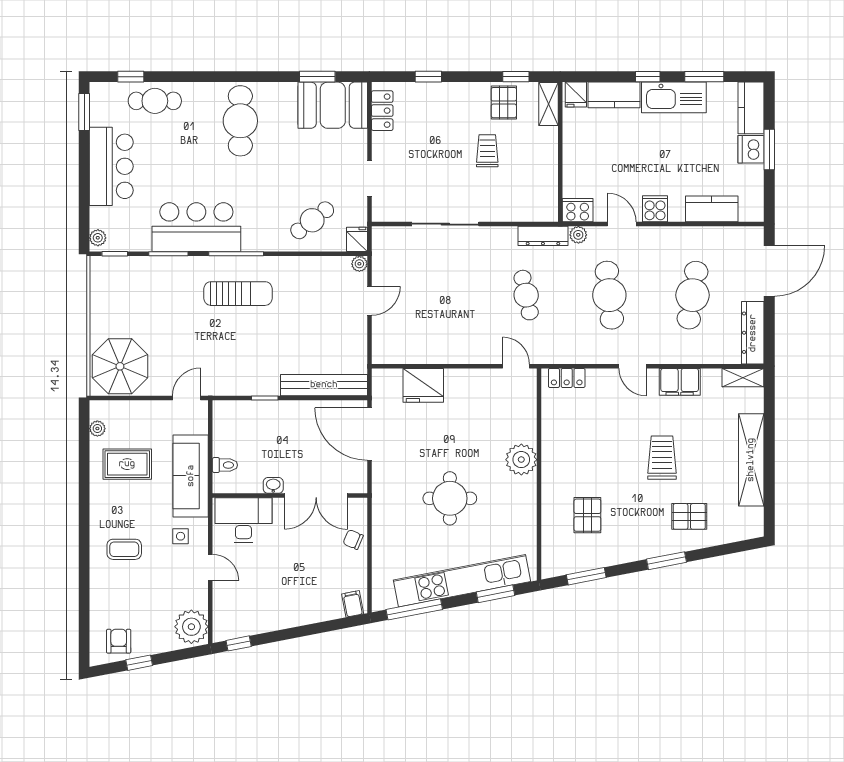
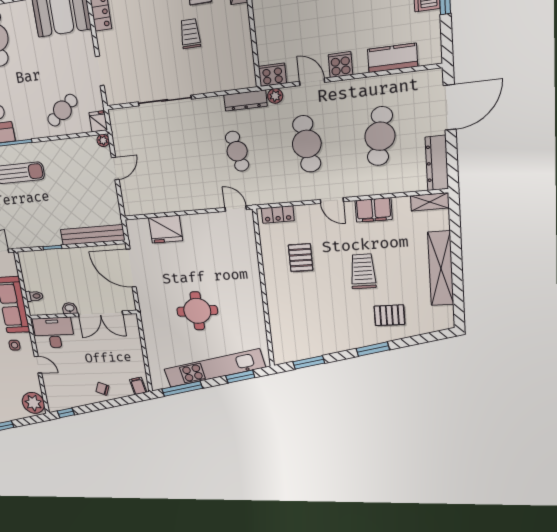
plant: (521, 460) -> (248, 280), removed
pallet: (587, 515) -> (301, 258), moved
chair: (353, 540) -> (102, 389), moved

